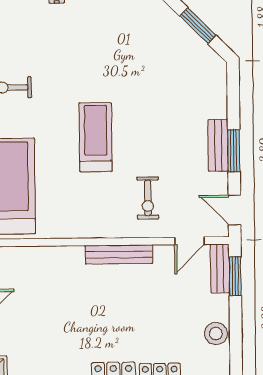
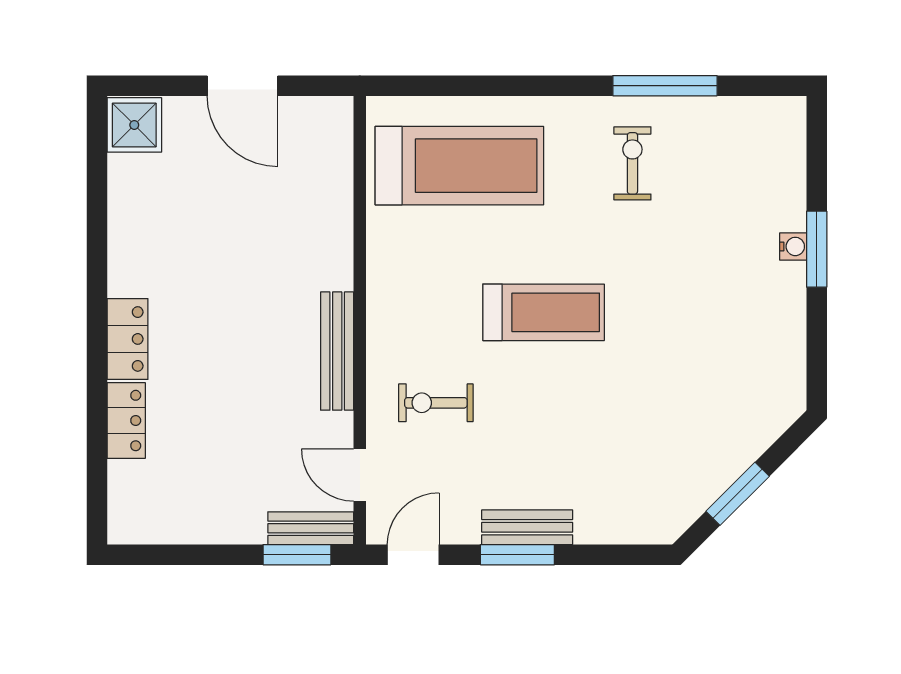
stool: (216, 333) -> (197, 520), removed

